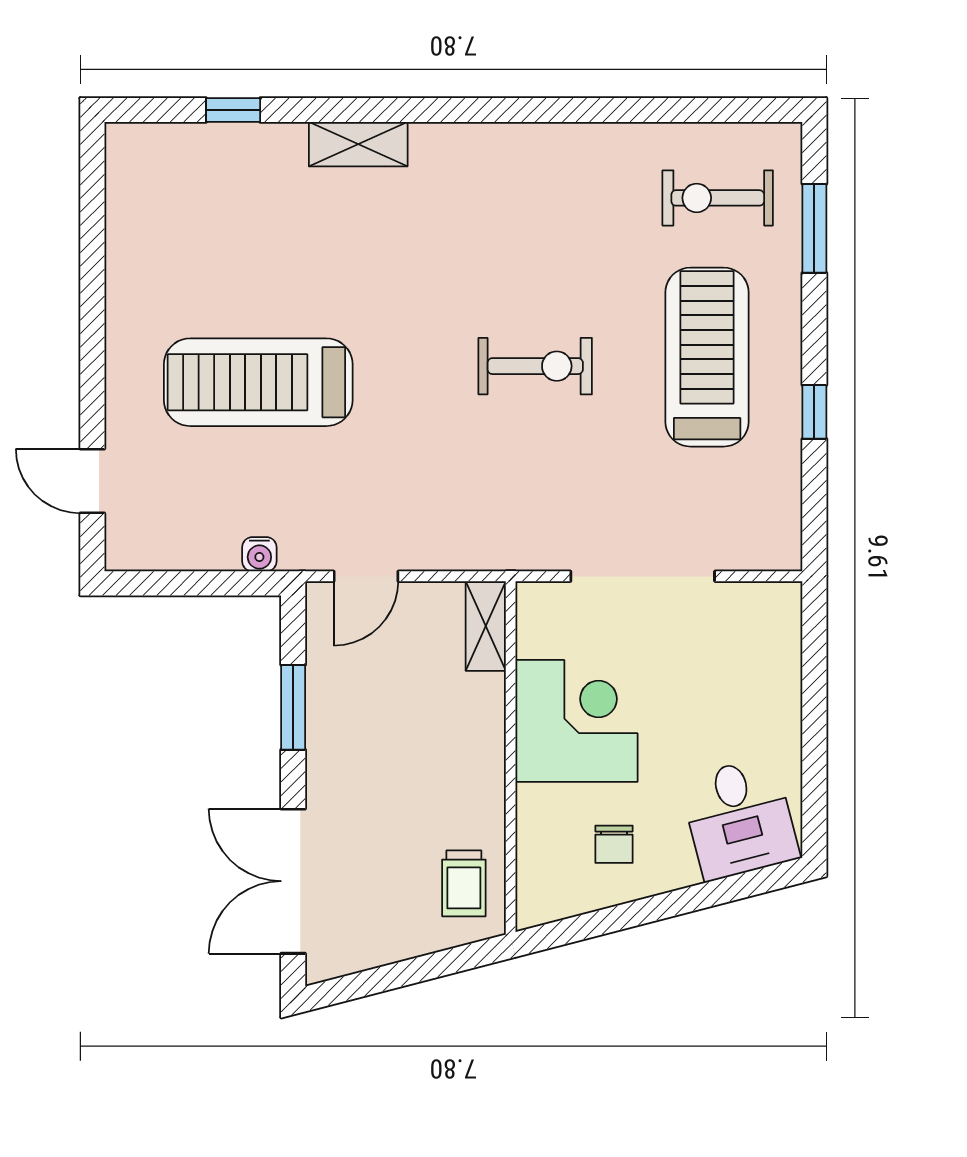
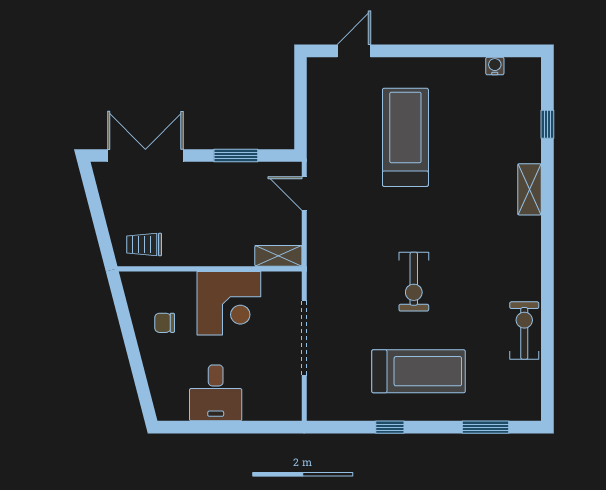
exercise bike: (718, 198) -> (524, 331), moved
water cooler: (259, 554) -> (495, 66), moved, turned 90
desk: (739, 818) -> (216, 393), moved, turned -75

